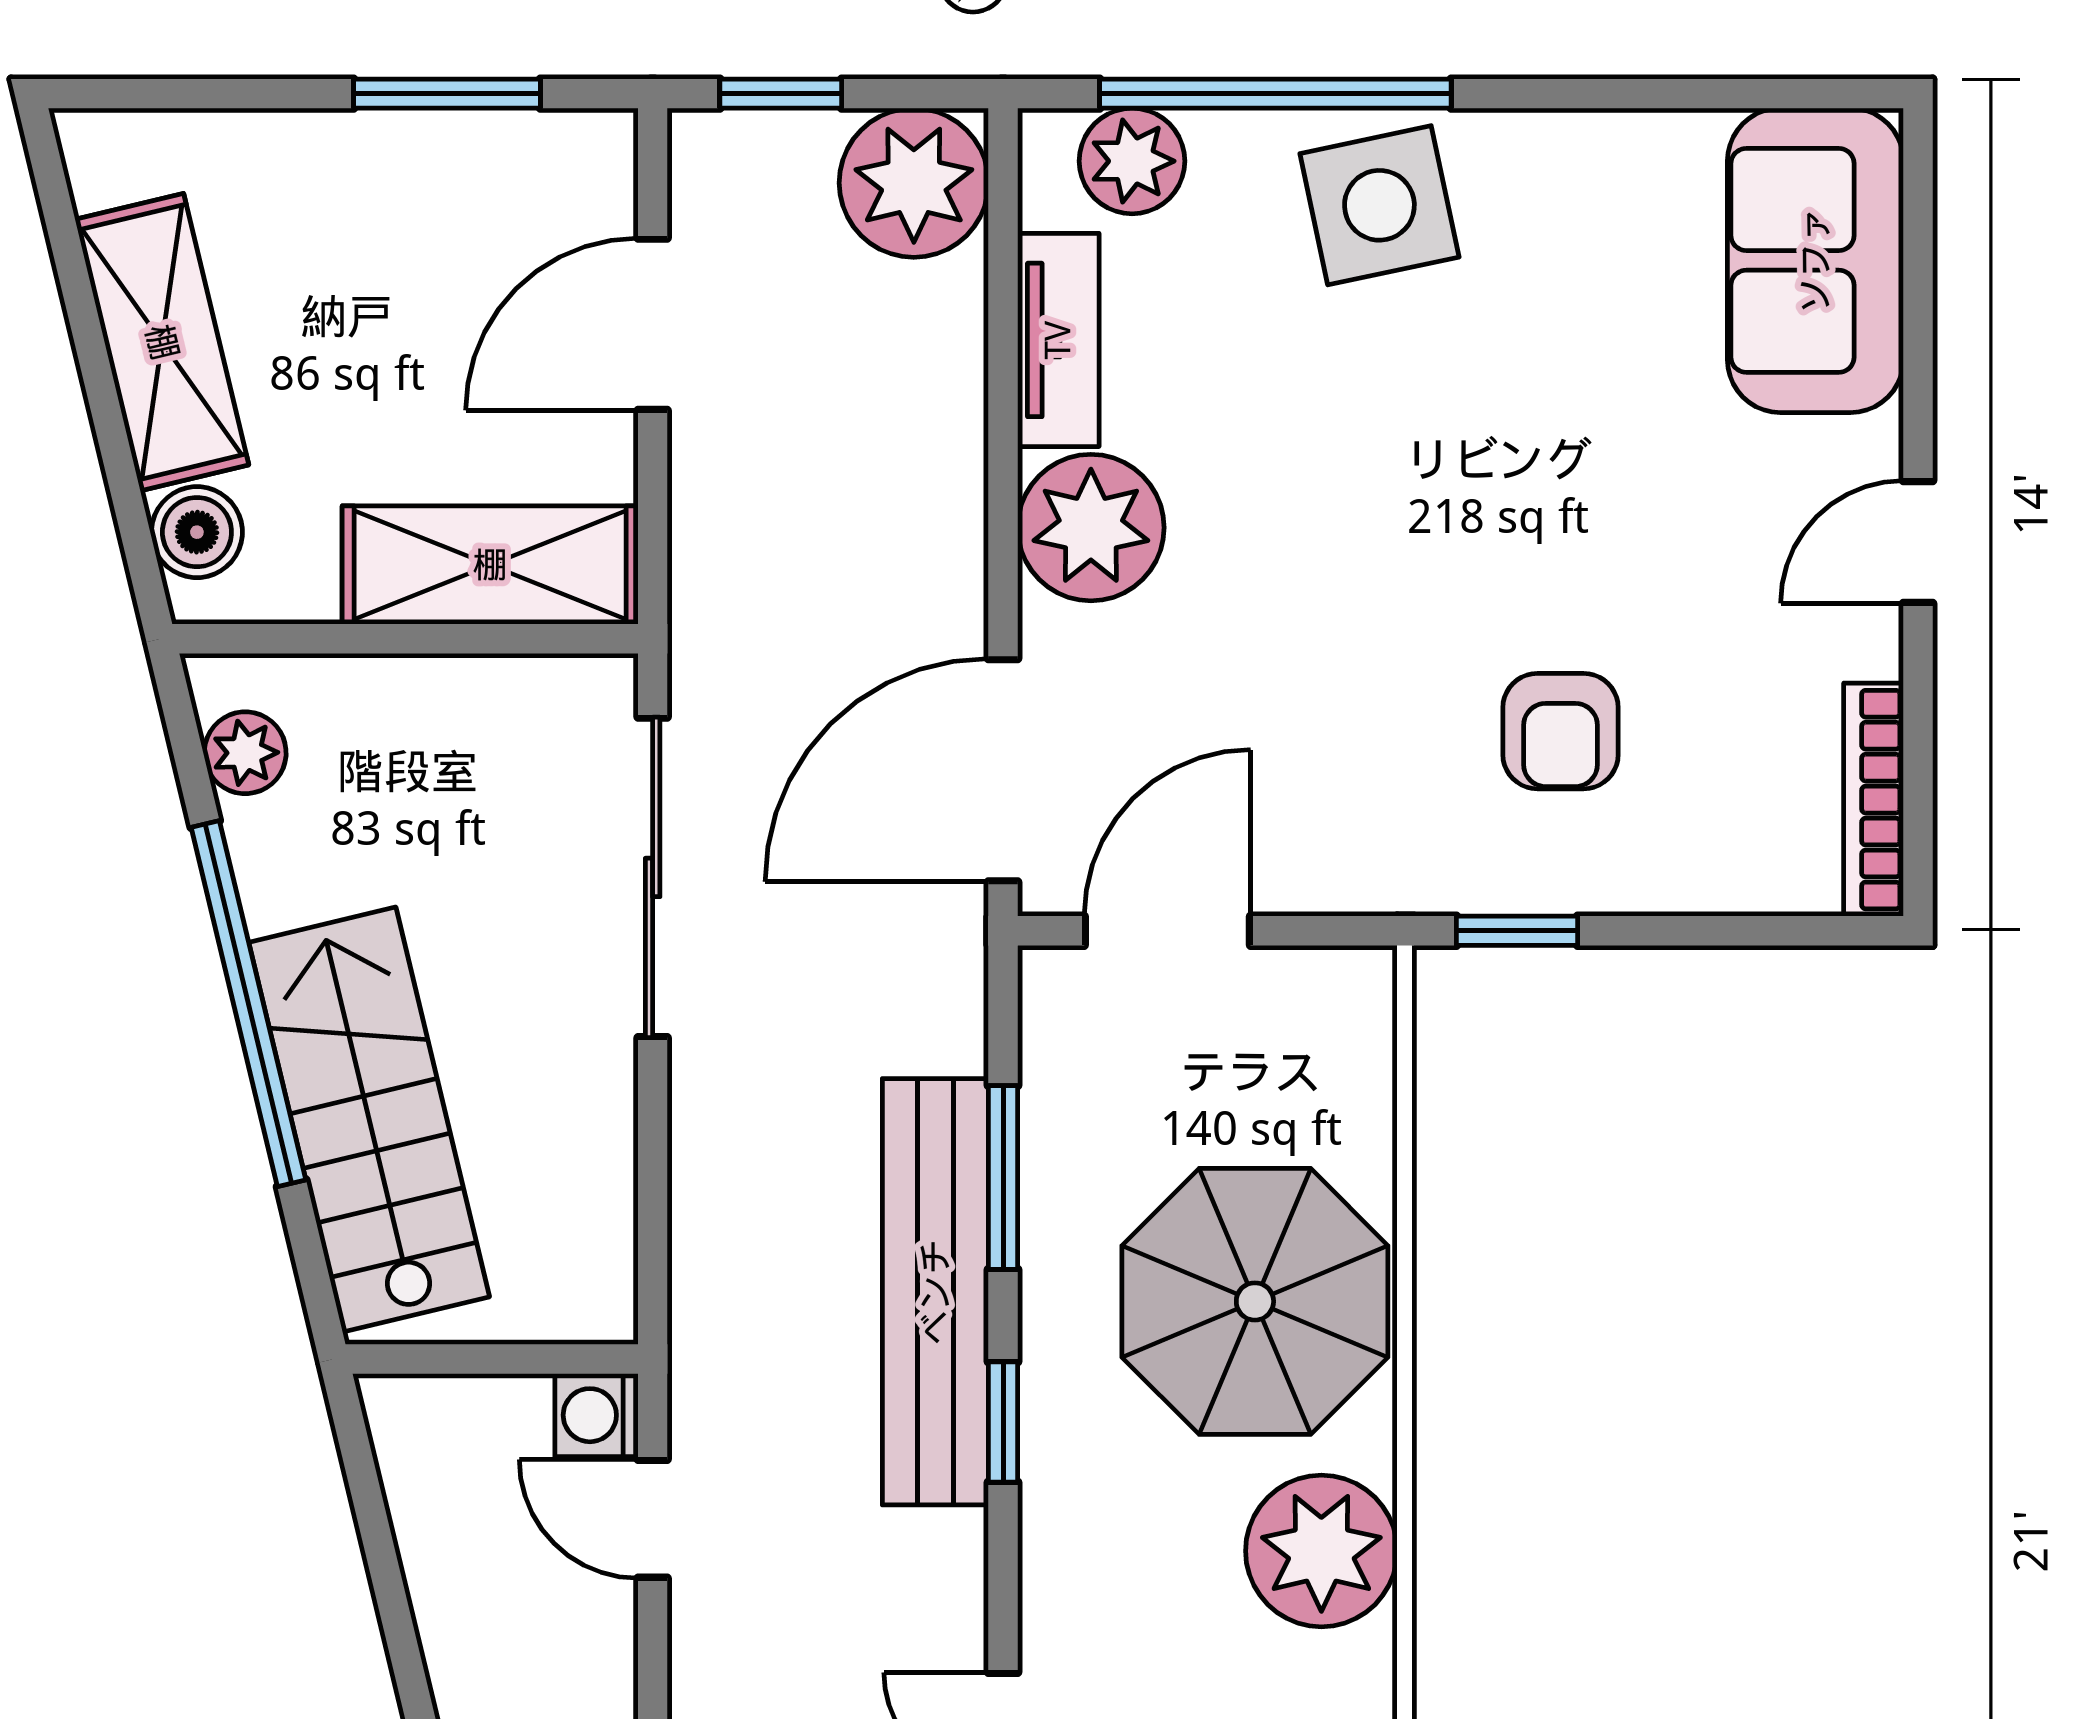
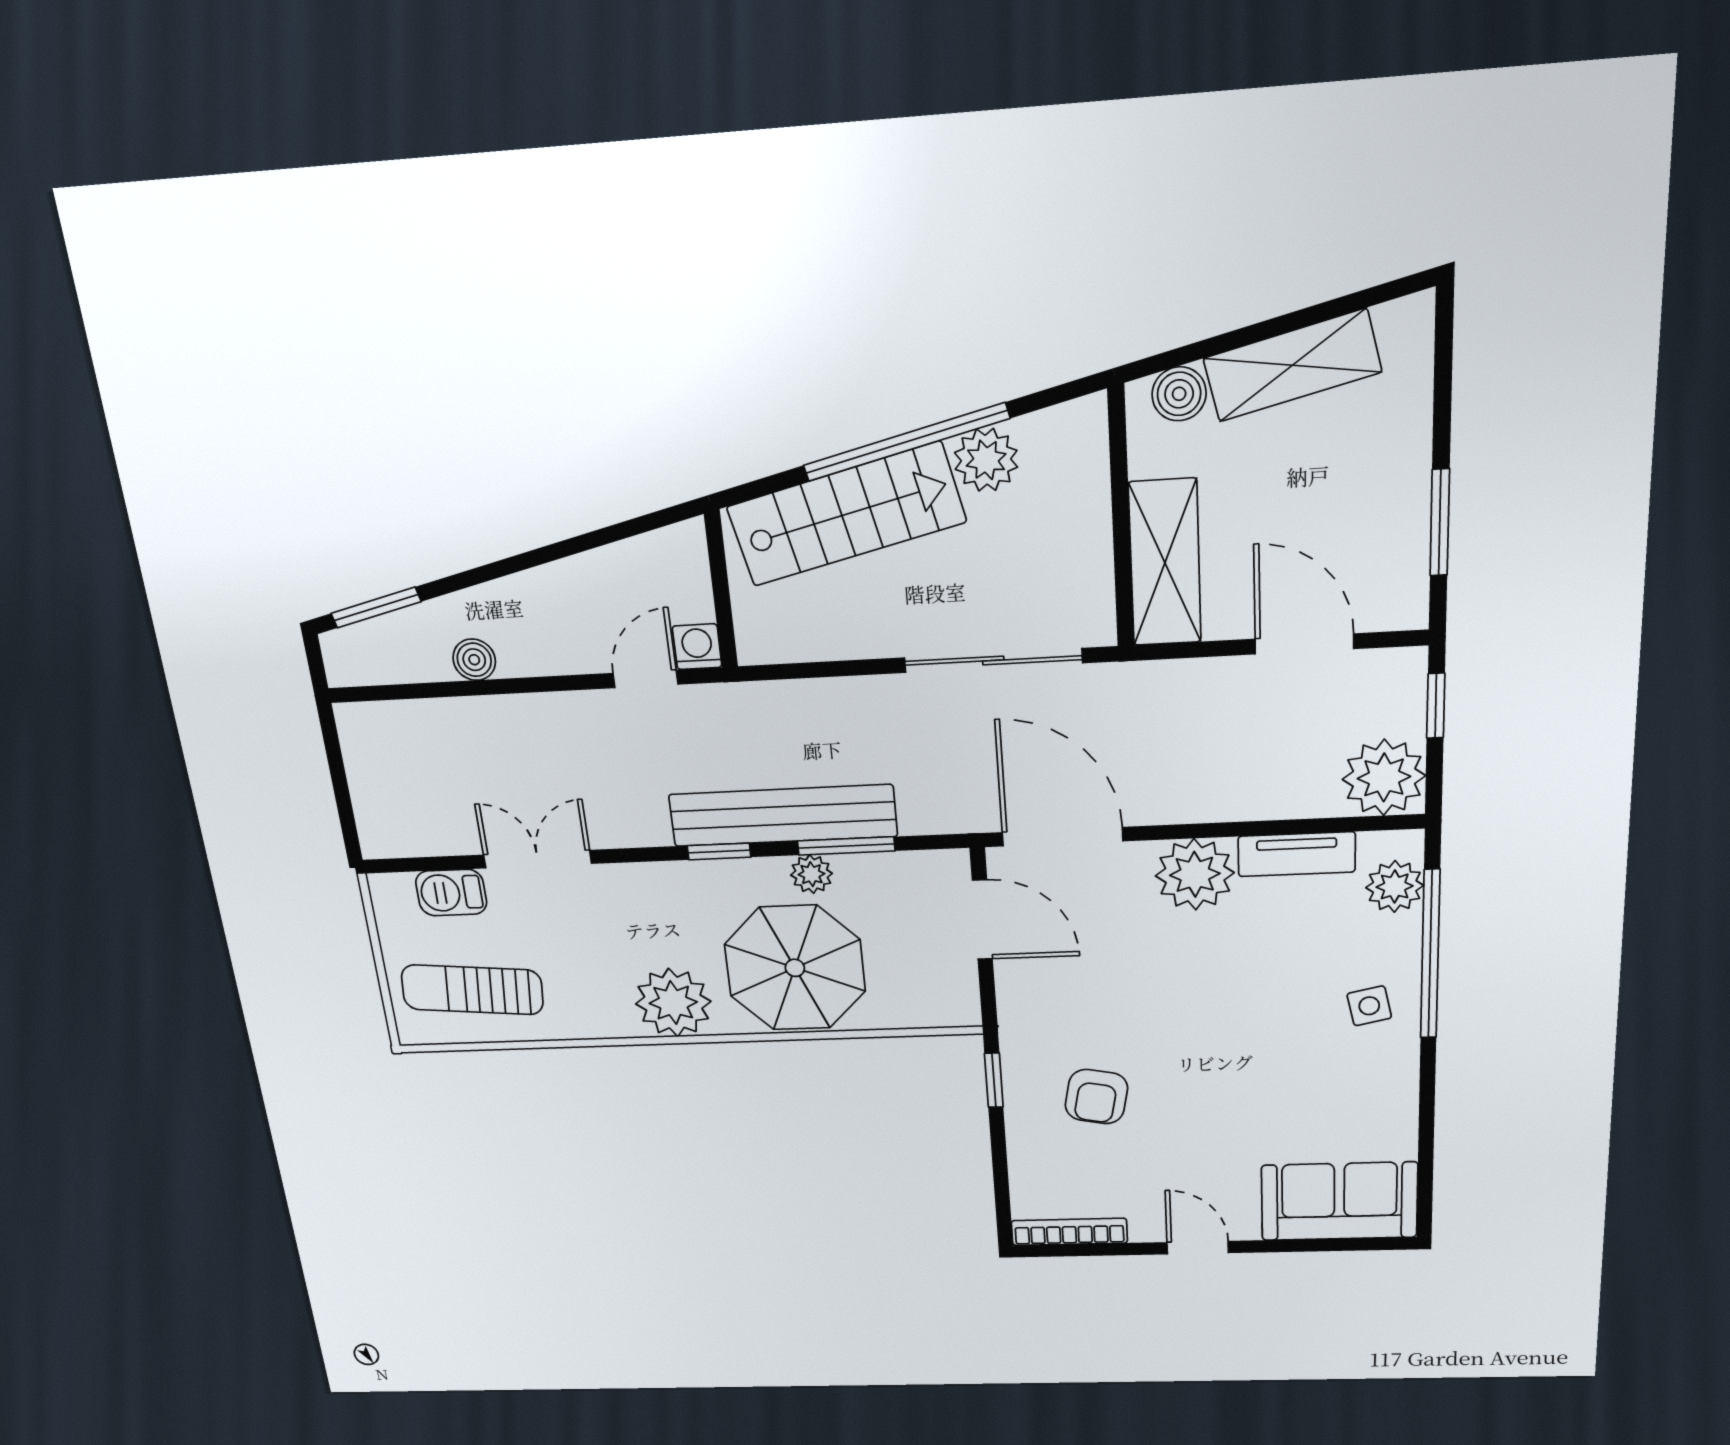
side table: (1379, 205) -> (1369, 1006), width x0.54, depth x0.54
armchair: (1560, 731) -> (1096, 1097), turned -79
plant: (245, 753) -> (986, 460), moved, width x1.38, depth x1.38
plant: (1058, 1249) -> (811, 874), added

